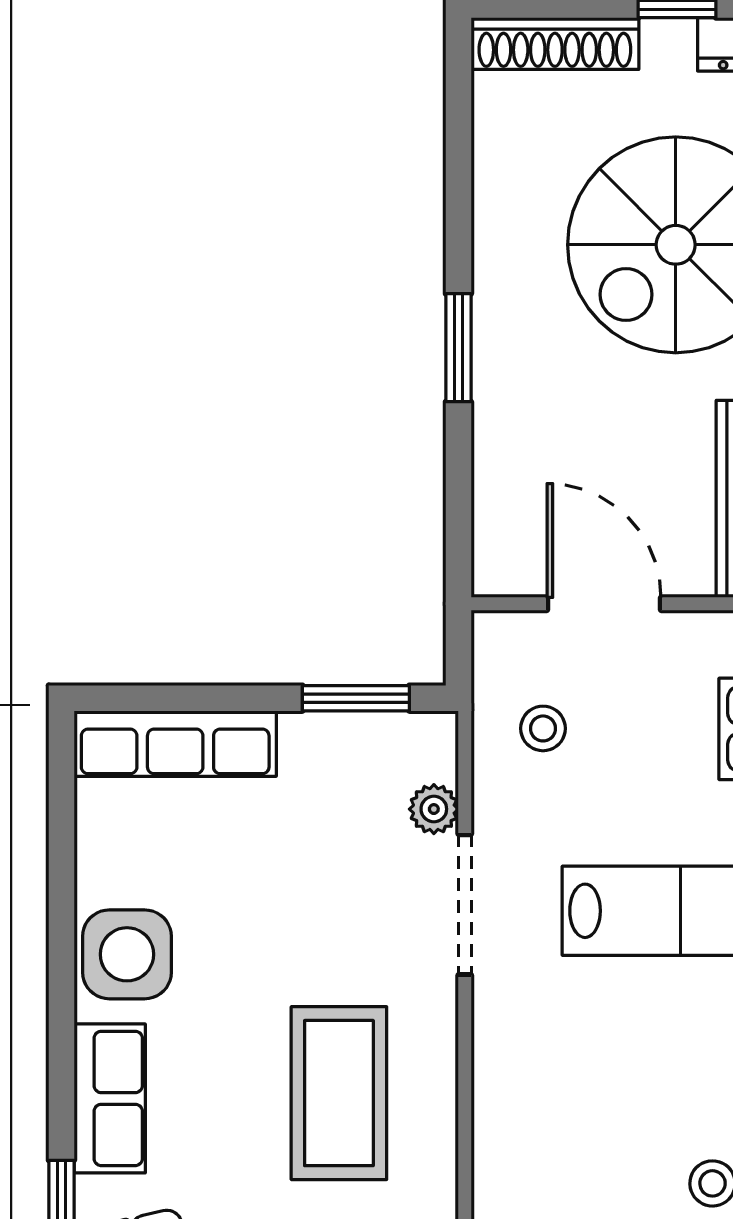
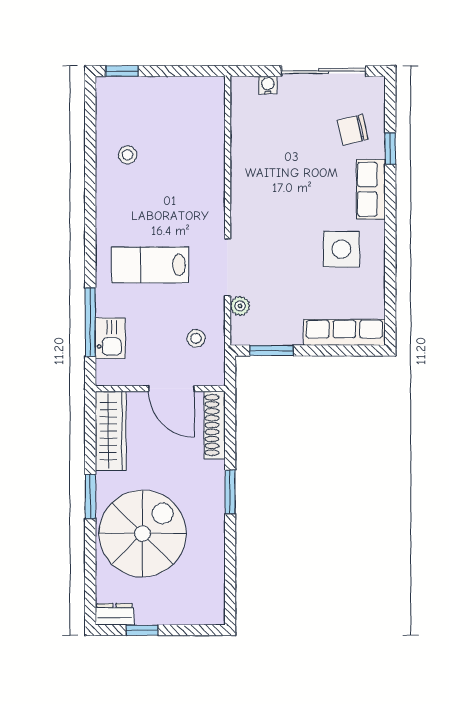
shoe rack: (555, 44) -> (215, 425), moved, turned -90
side table: (127, 954) -> (341, 249), moved
coffee table: (339, 1093) -> (278, 191), removed

